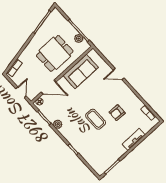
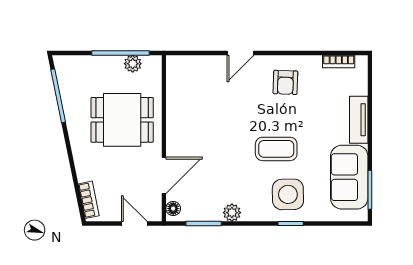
dining table: (55, 53) -> (122, 120), turned 90
sofa: (81, 71) -> (349, 177), moved, turned 180
armchair: (117, 113) -> (285, 82), moved
side table: (83, 139) -> (288, 194), added

